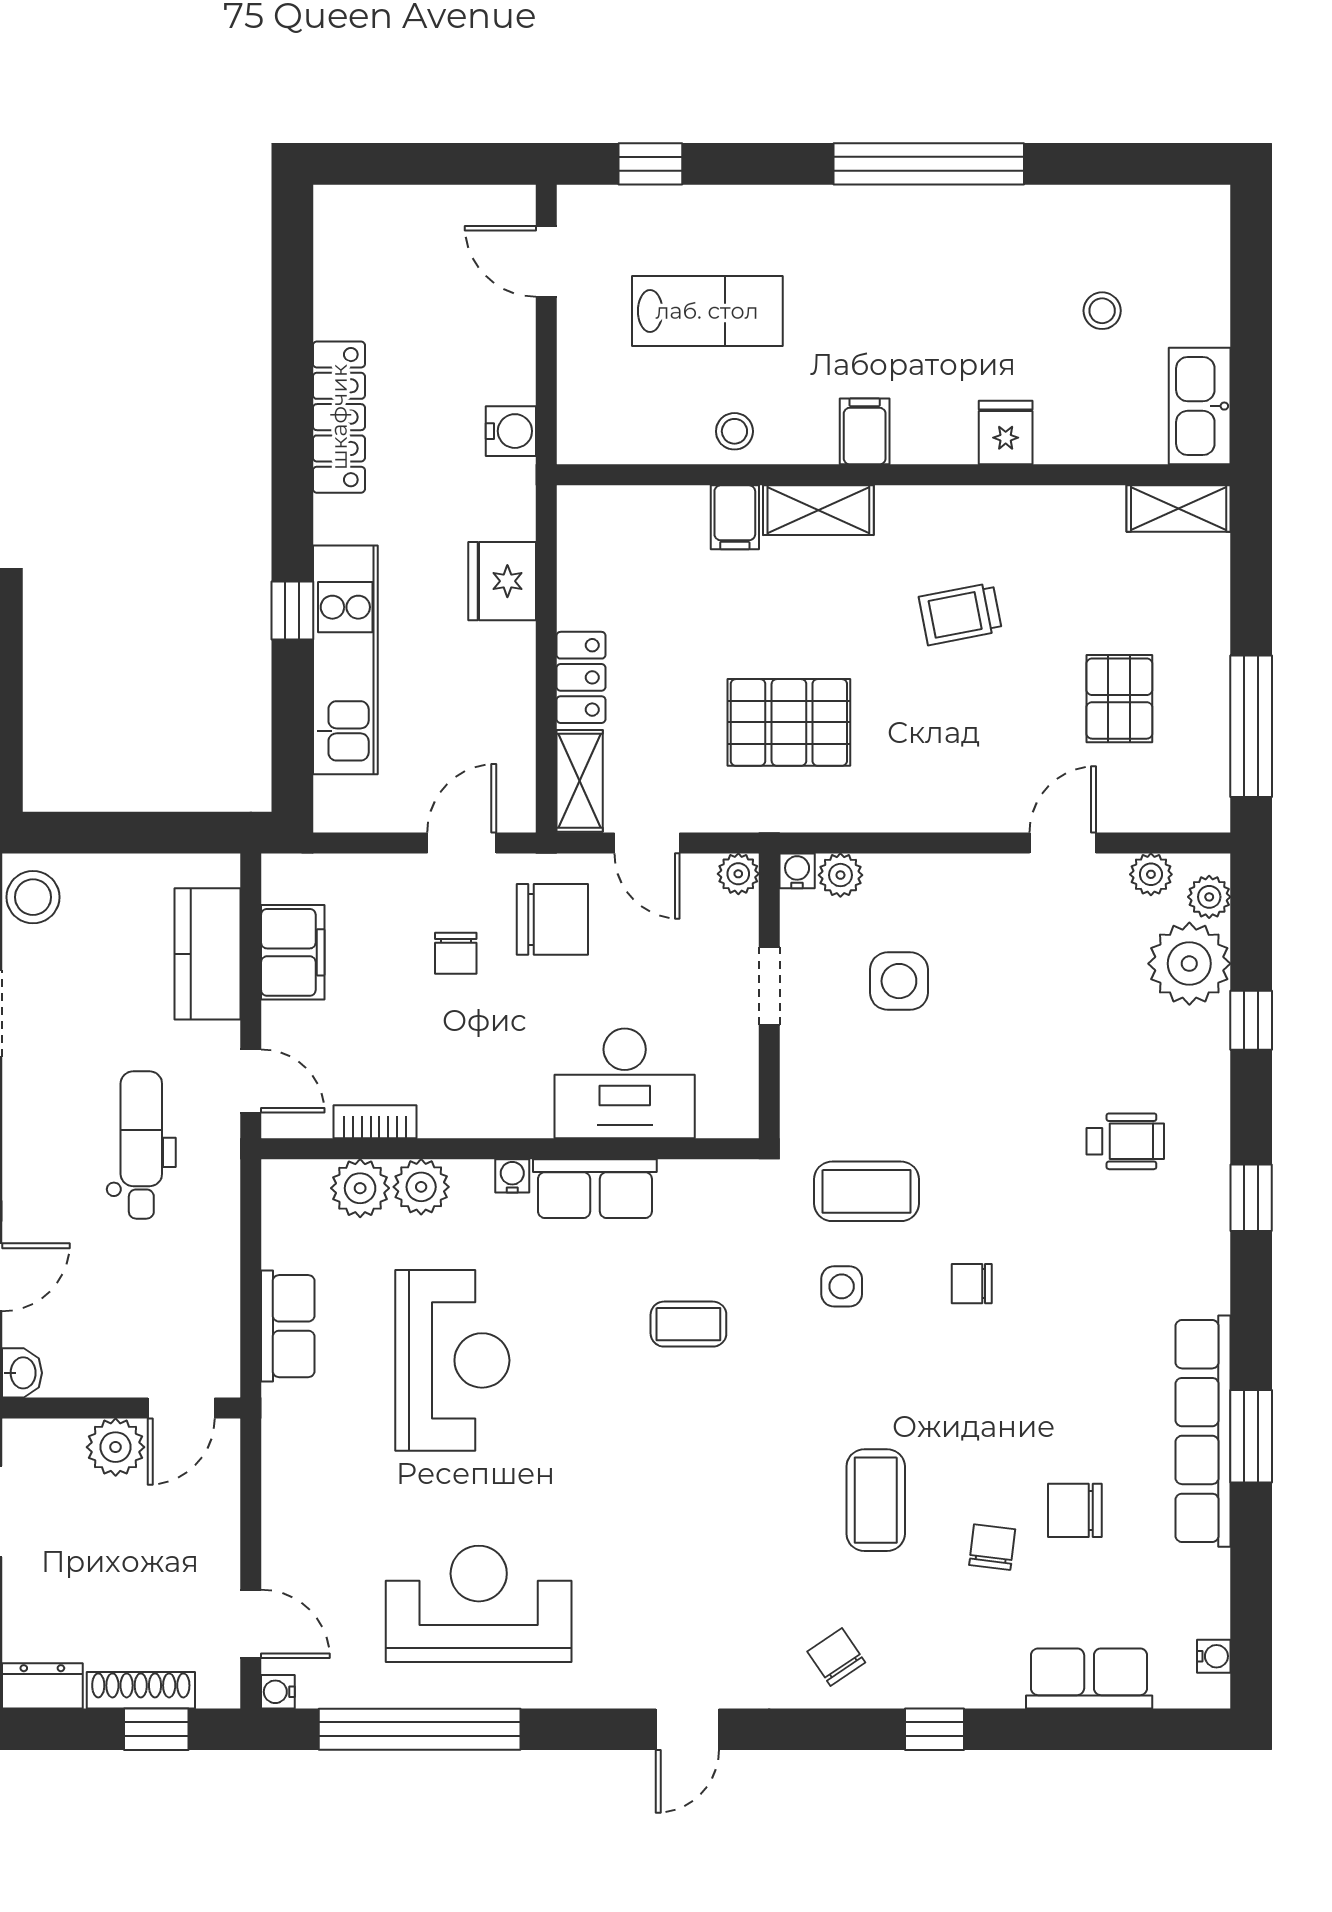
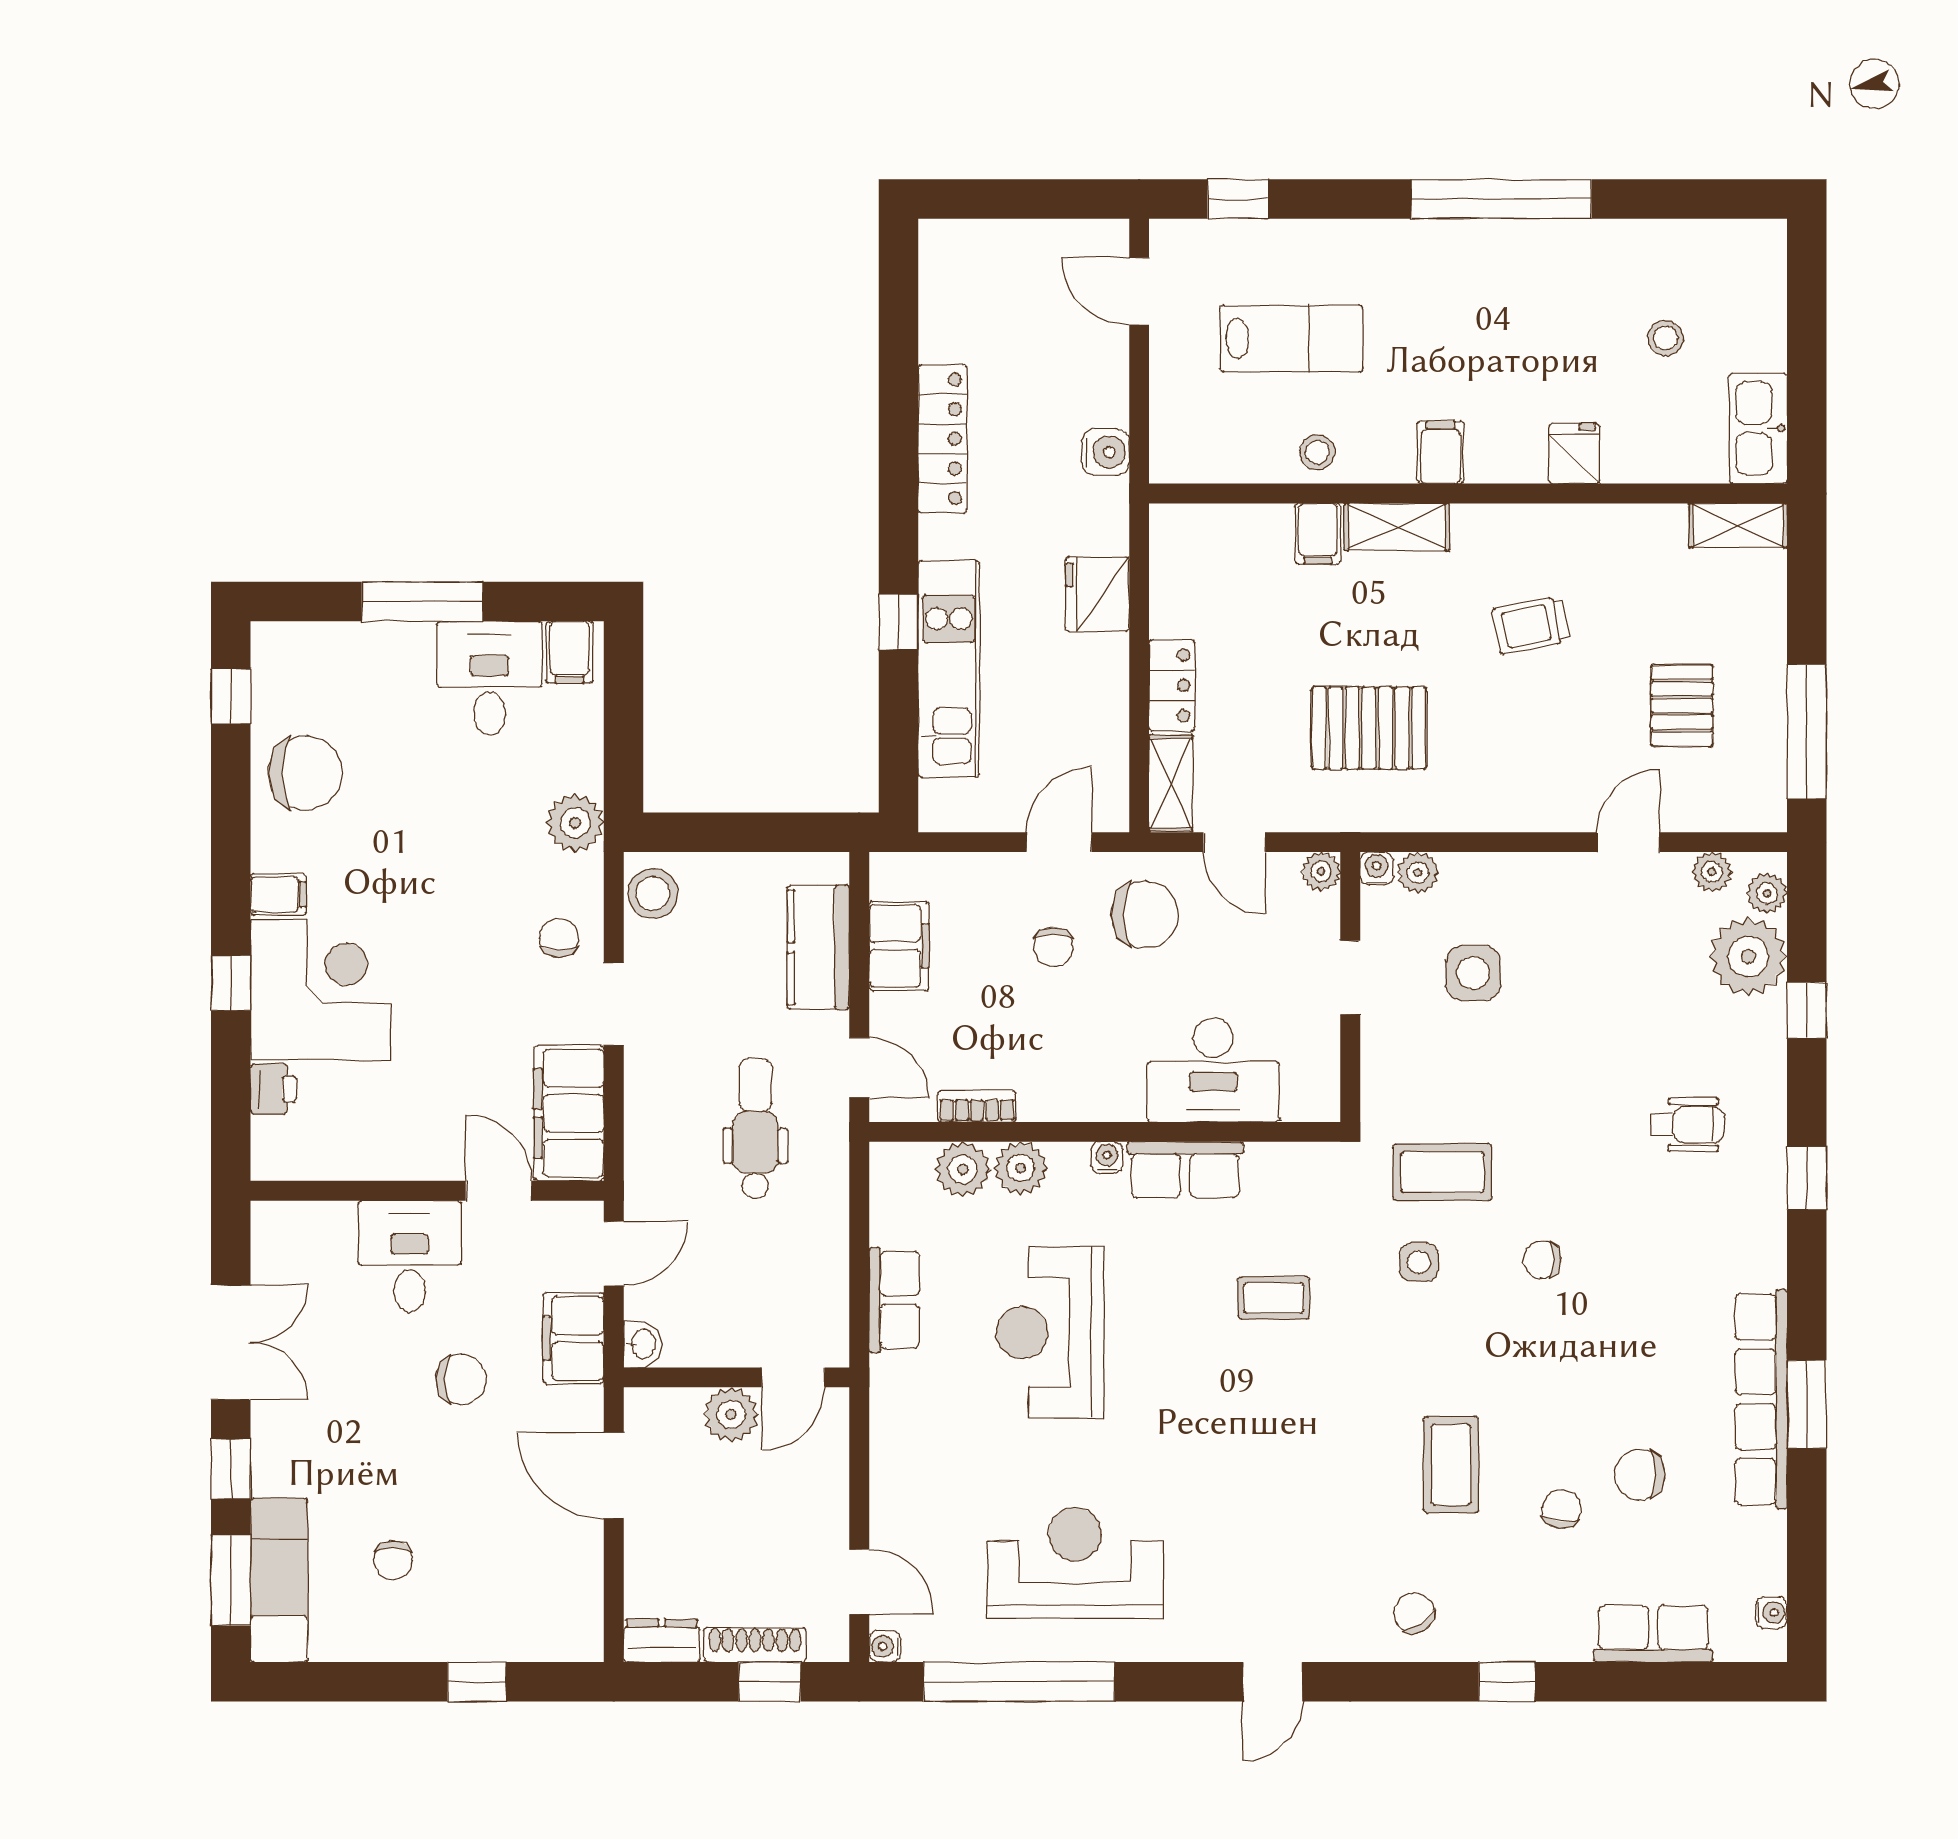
reception desk: (452, 1360) -> (1050, 1332), turned 180

